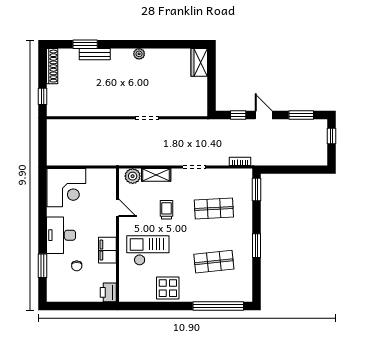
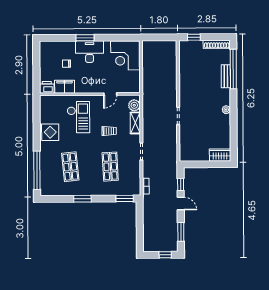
window: (85, 44) -> (233, 69), width x2.11
door: (264, 115) -> (181, 204), hinge flipped
filing cabinet: (107, 250) -> (65, 87), moved
window: (42, 266) -> (85, 38), moved

